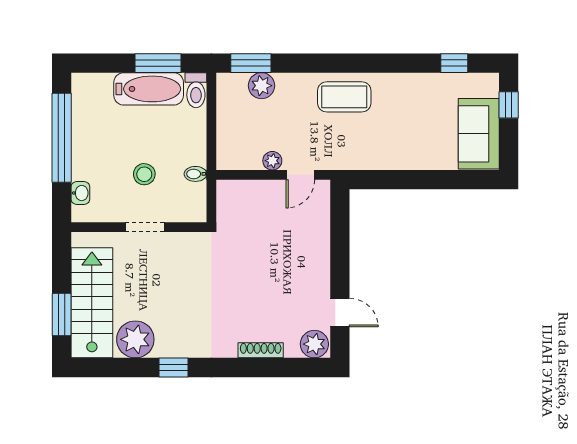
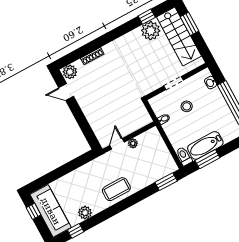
plant: (261, 86) -> (85, 213), moved
window: (509, 105) -> (34, 211), moved
sofa: (479, 134) -> (51, 211), width x1.36
window: (173, 367) -> (147, 17), moved

